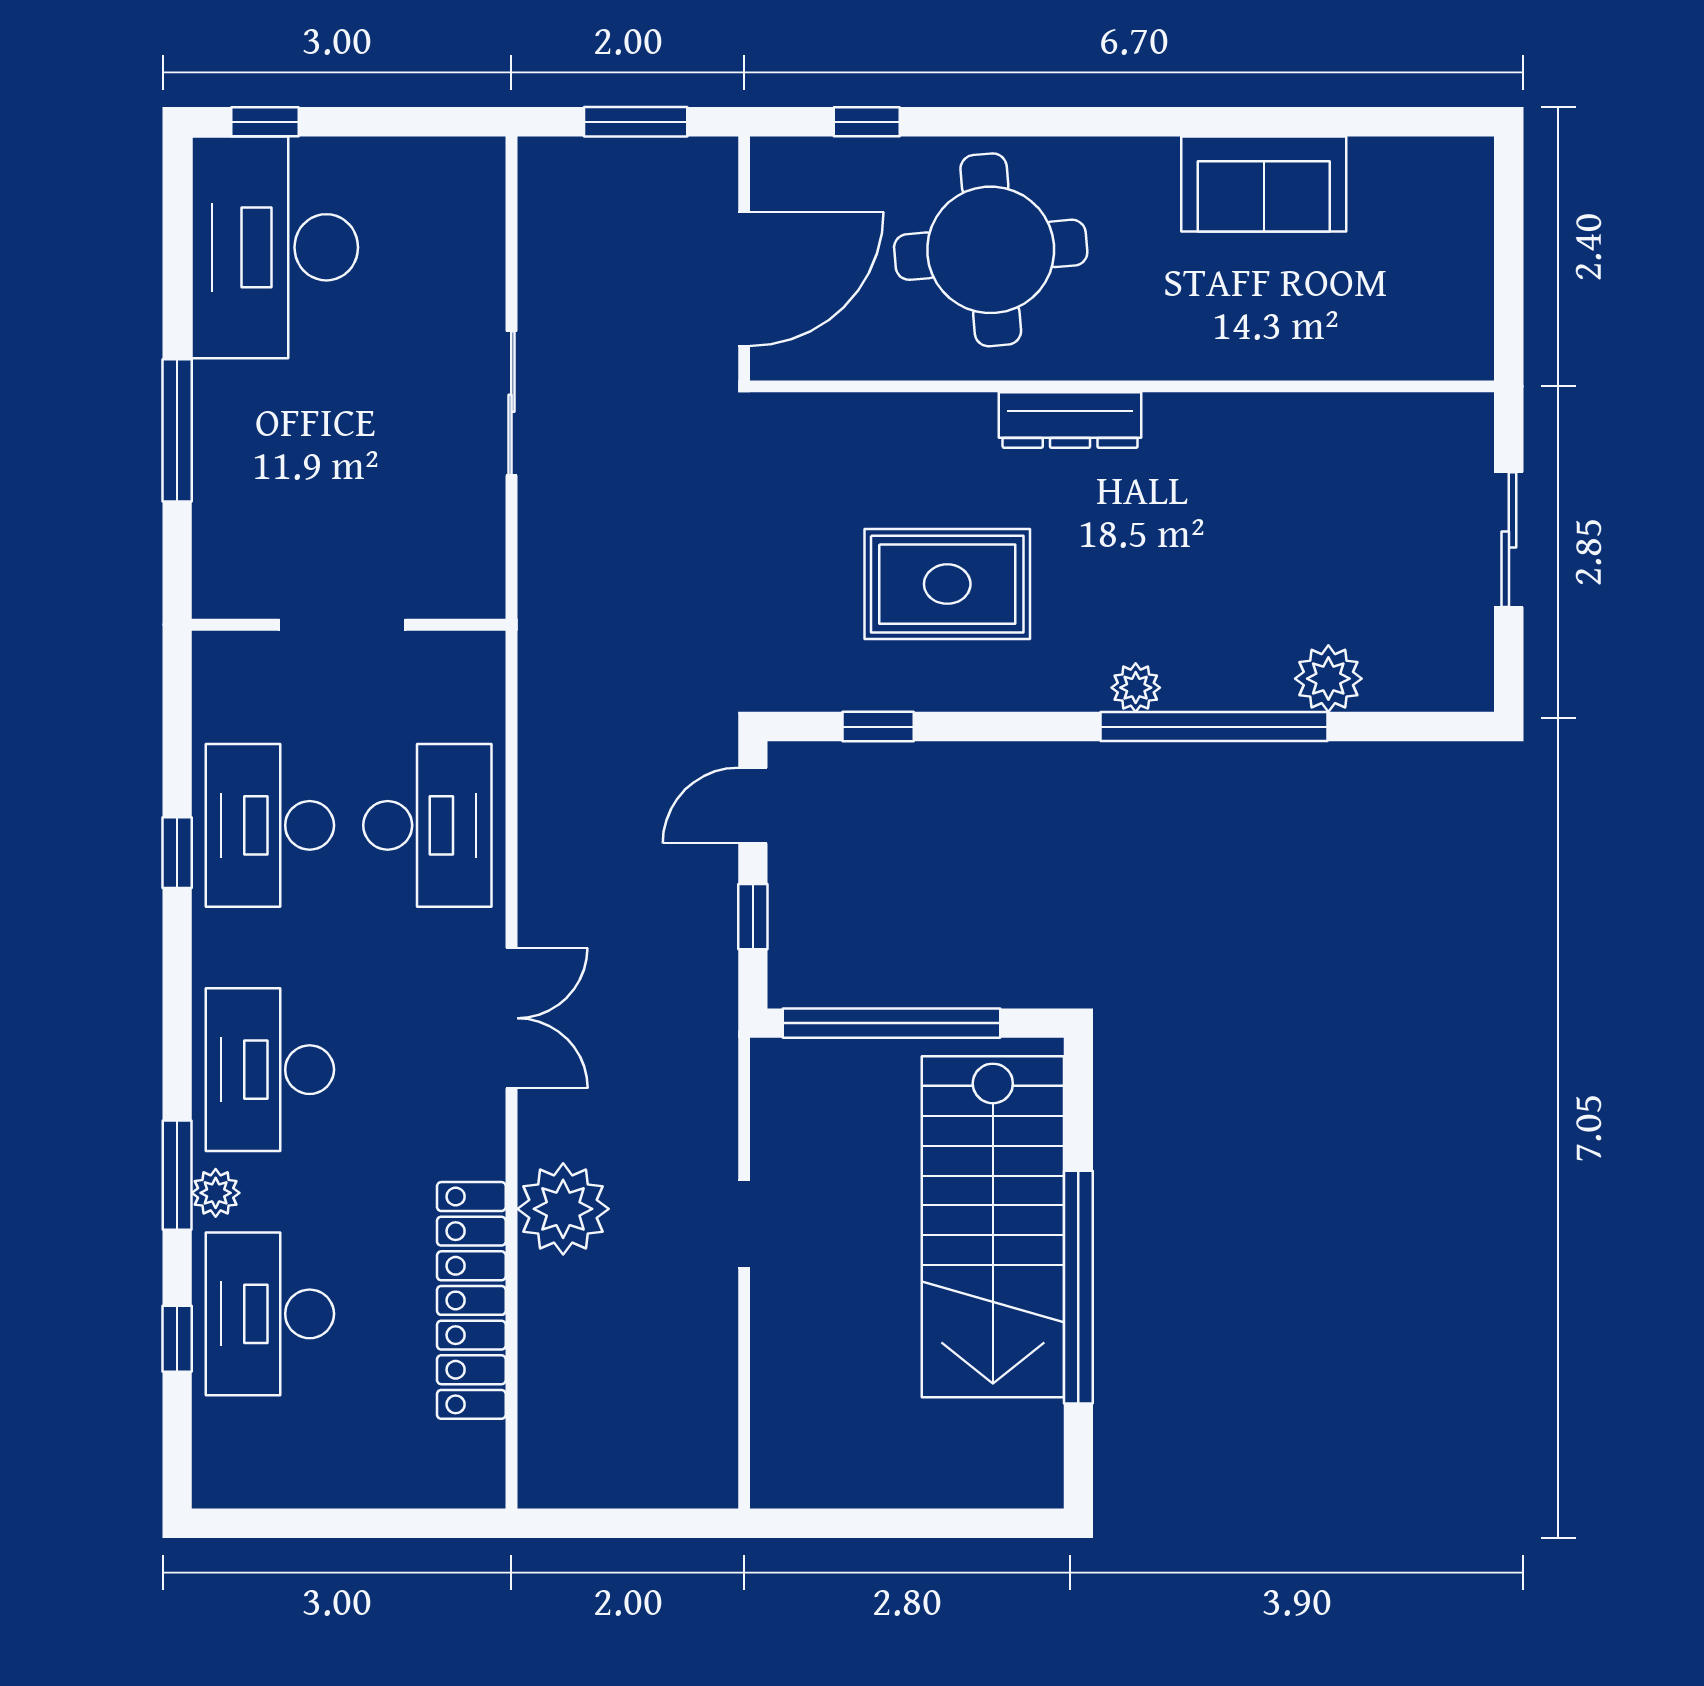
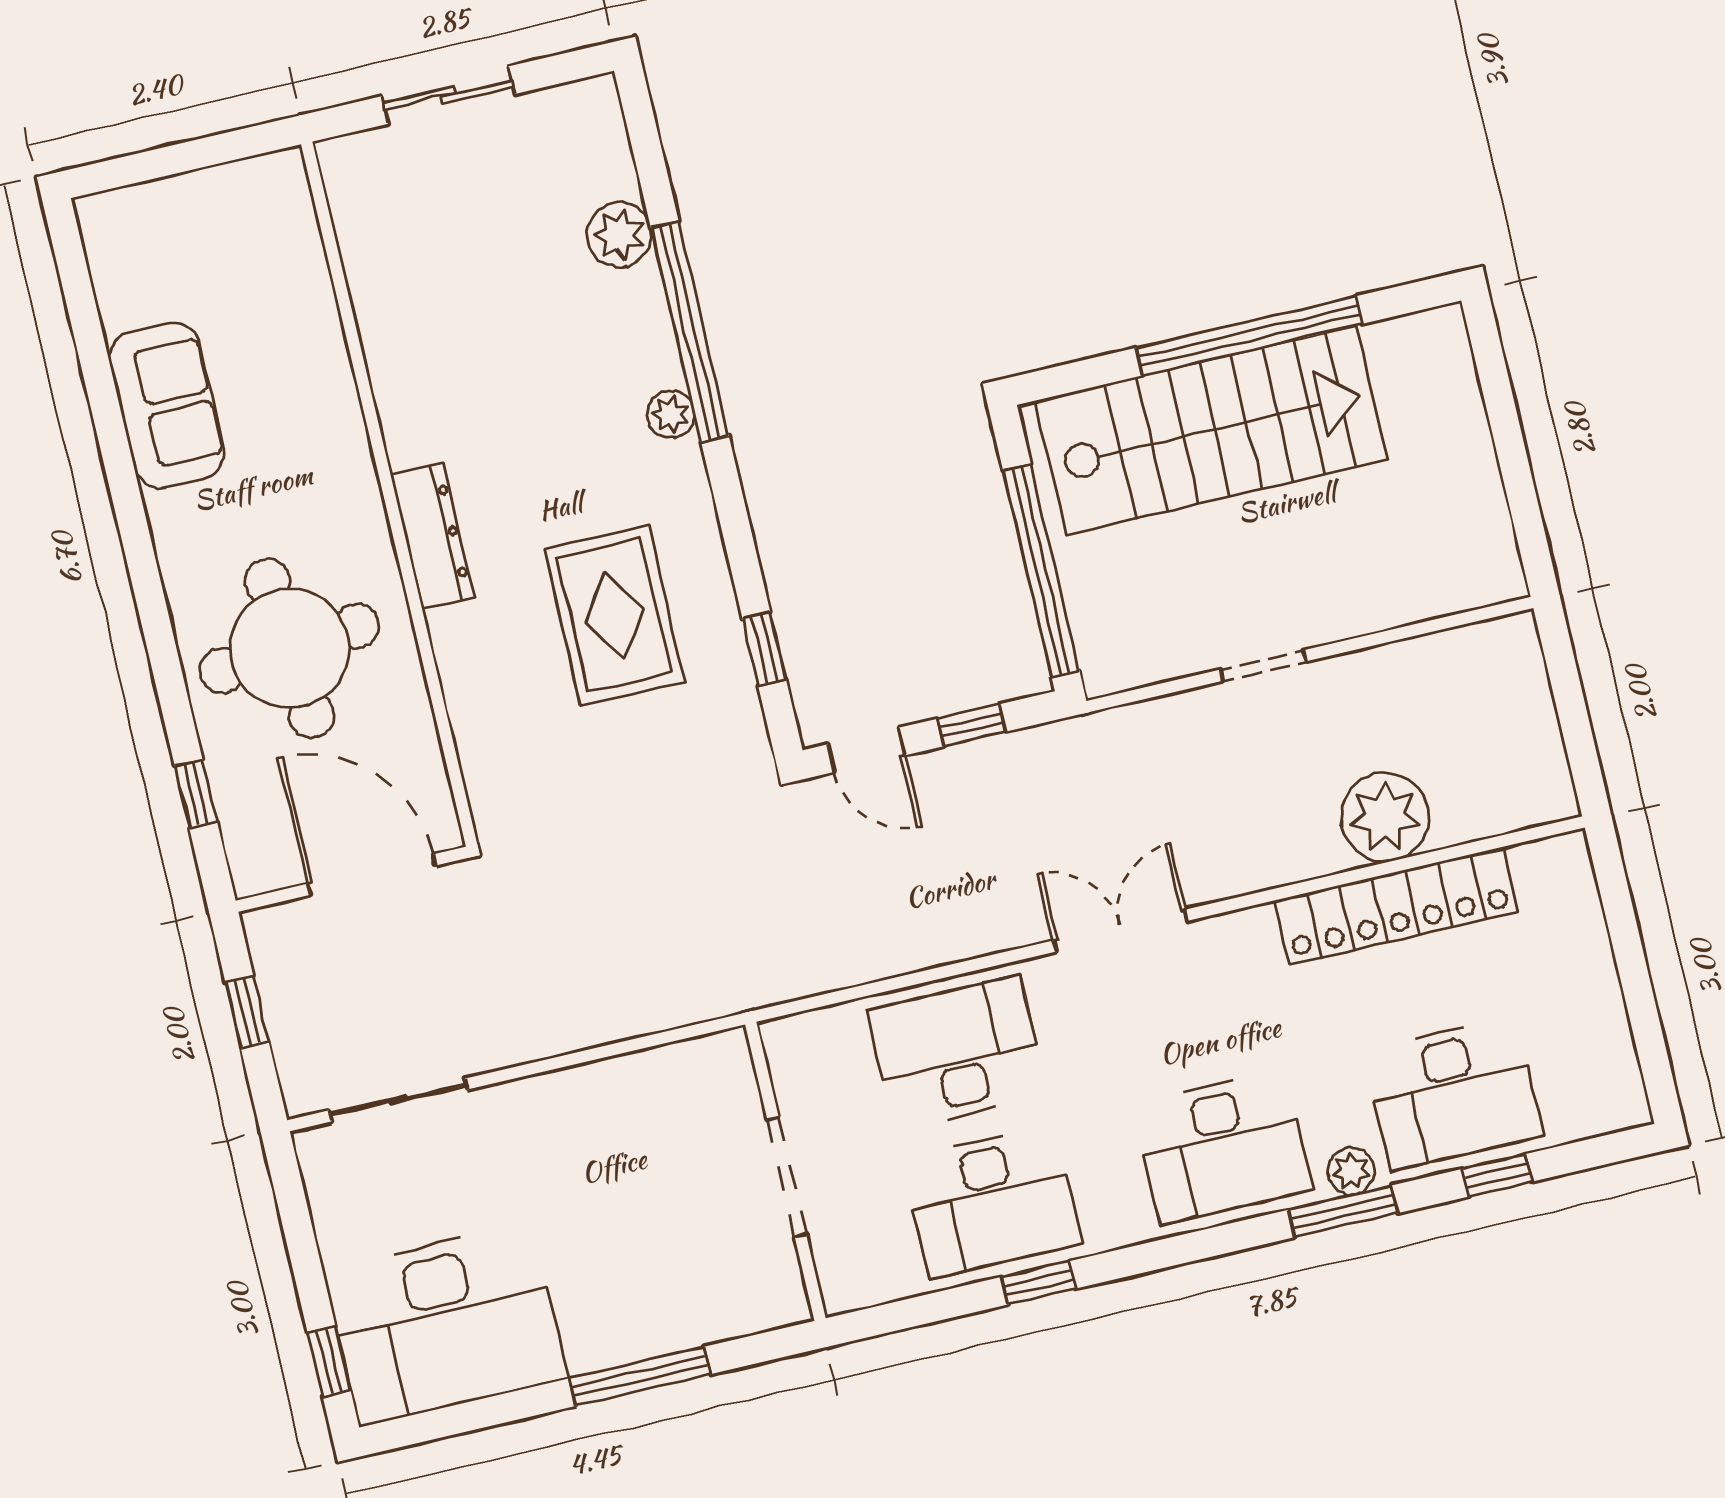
window: (636, 122) -> (247, 1012), width x0.67
sliding door: (511, 403) -> (398, 1100), moved
plant: (563, 1209) -> (1385, 817), moved

